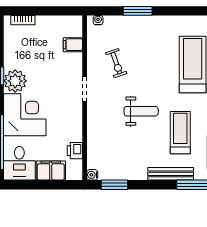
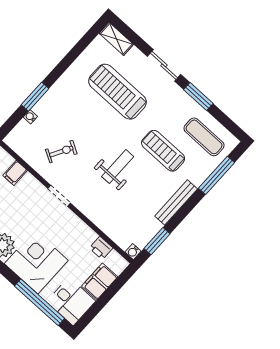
water cooler: (98, 20) -> (30, 117), moved
exercise bike: (116, 63) -> (61, 152), turned -42
bench: (171, 174) -> (176, 202), moved

